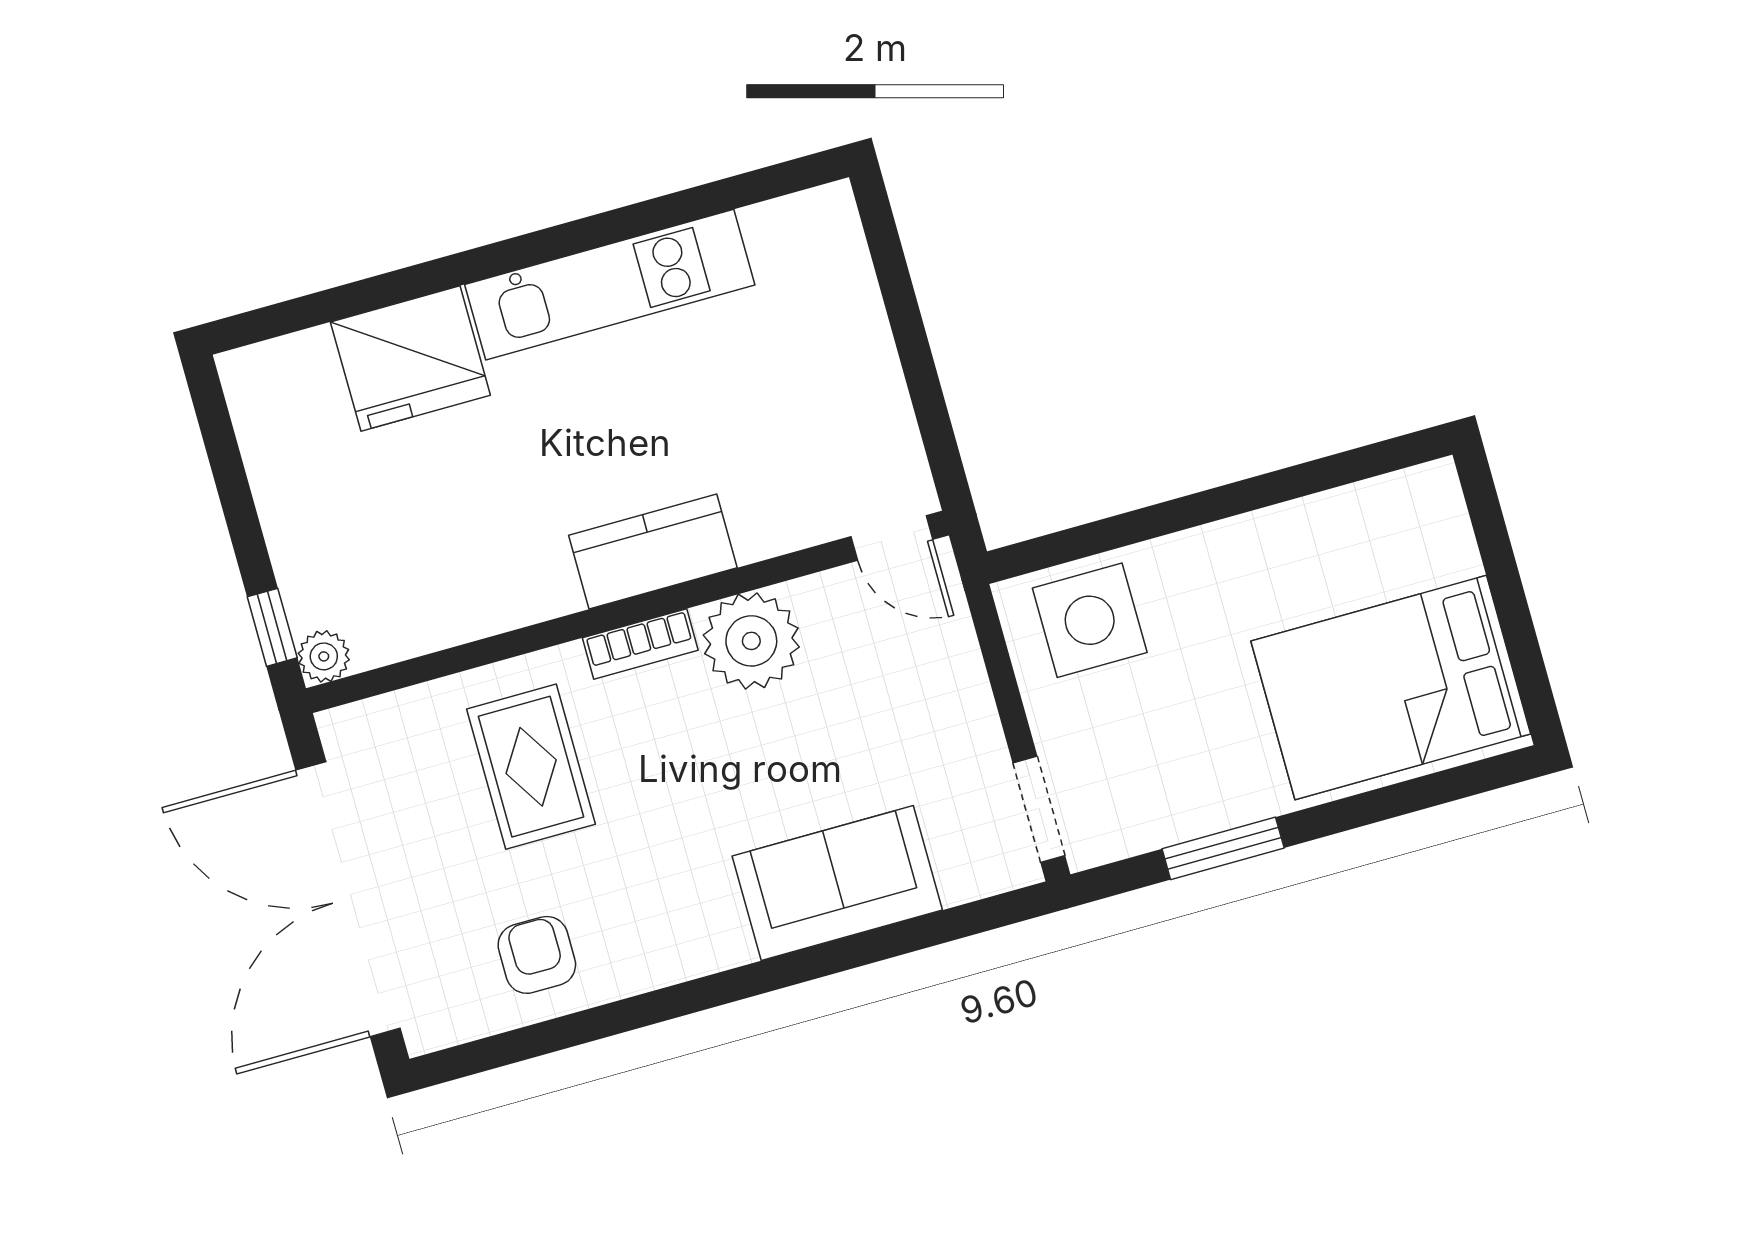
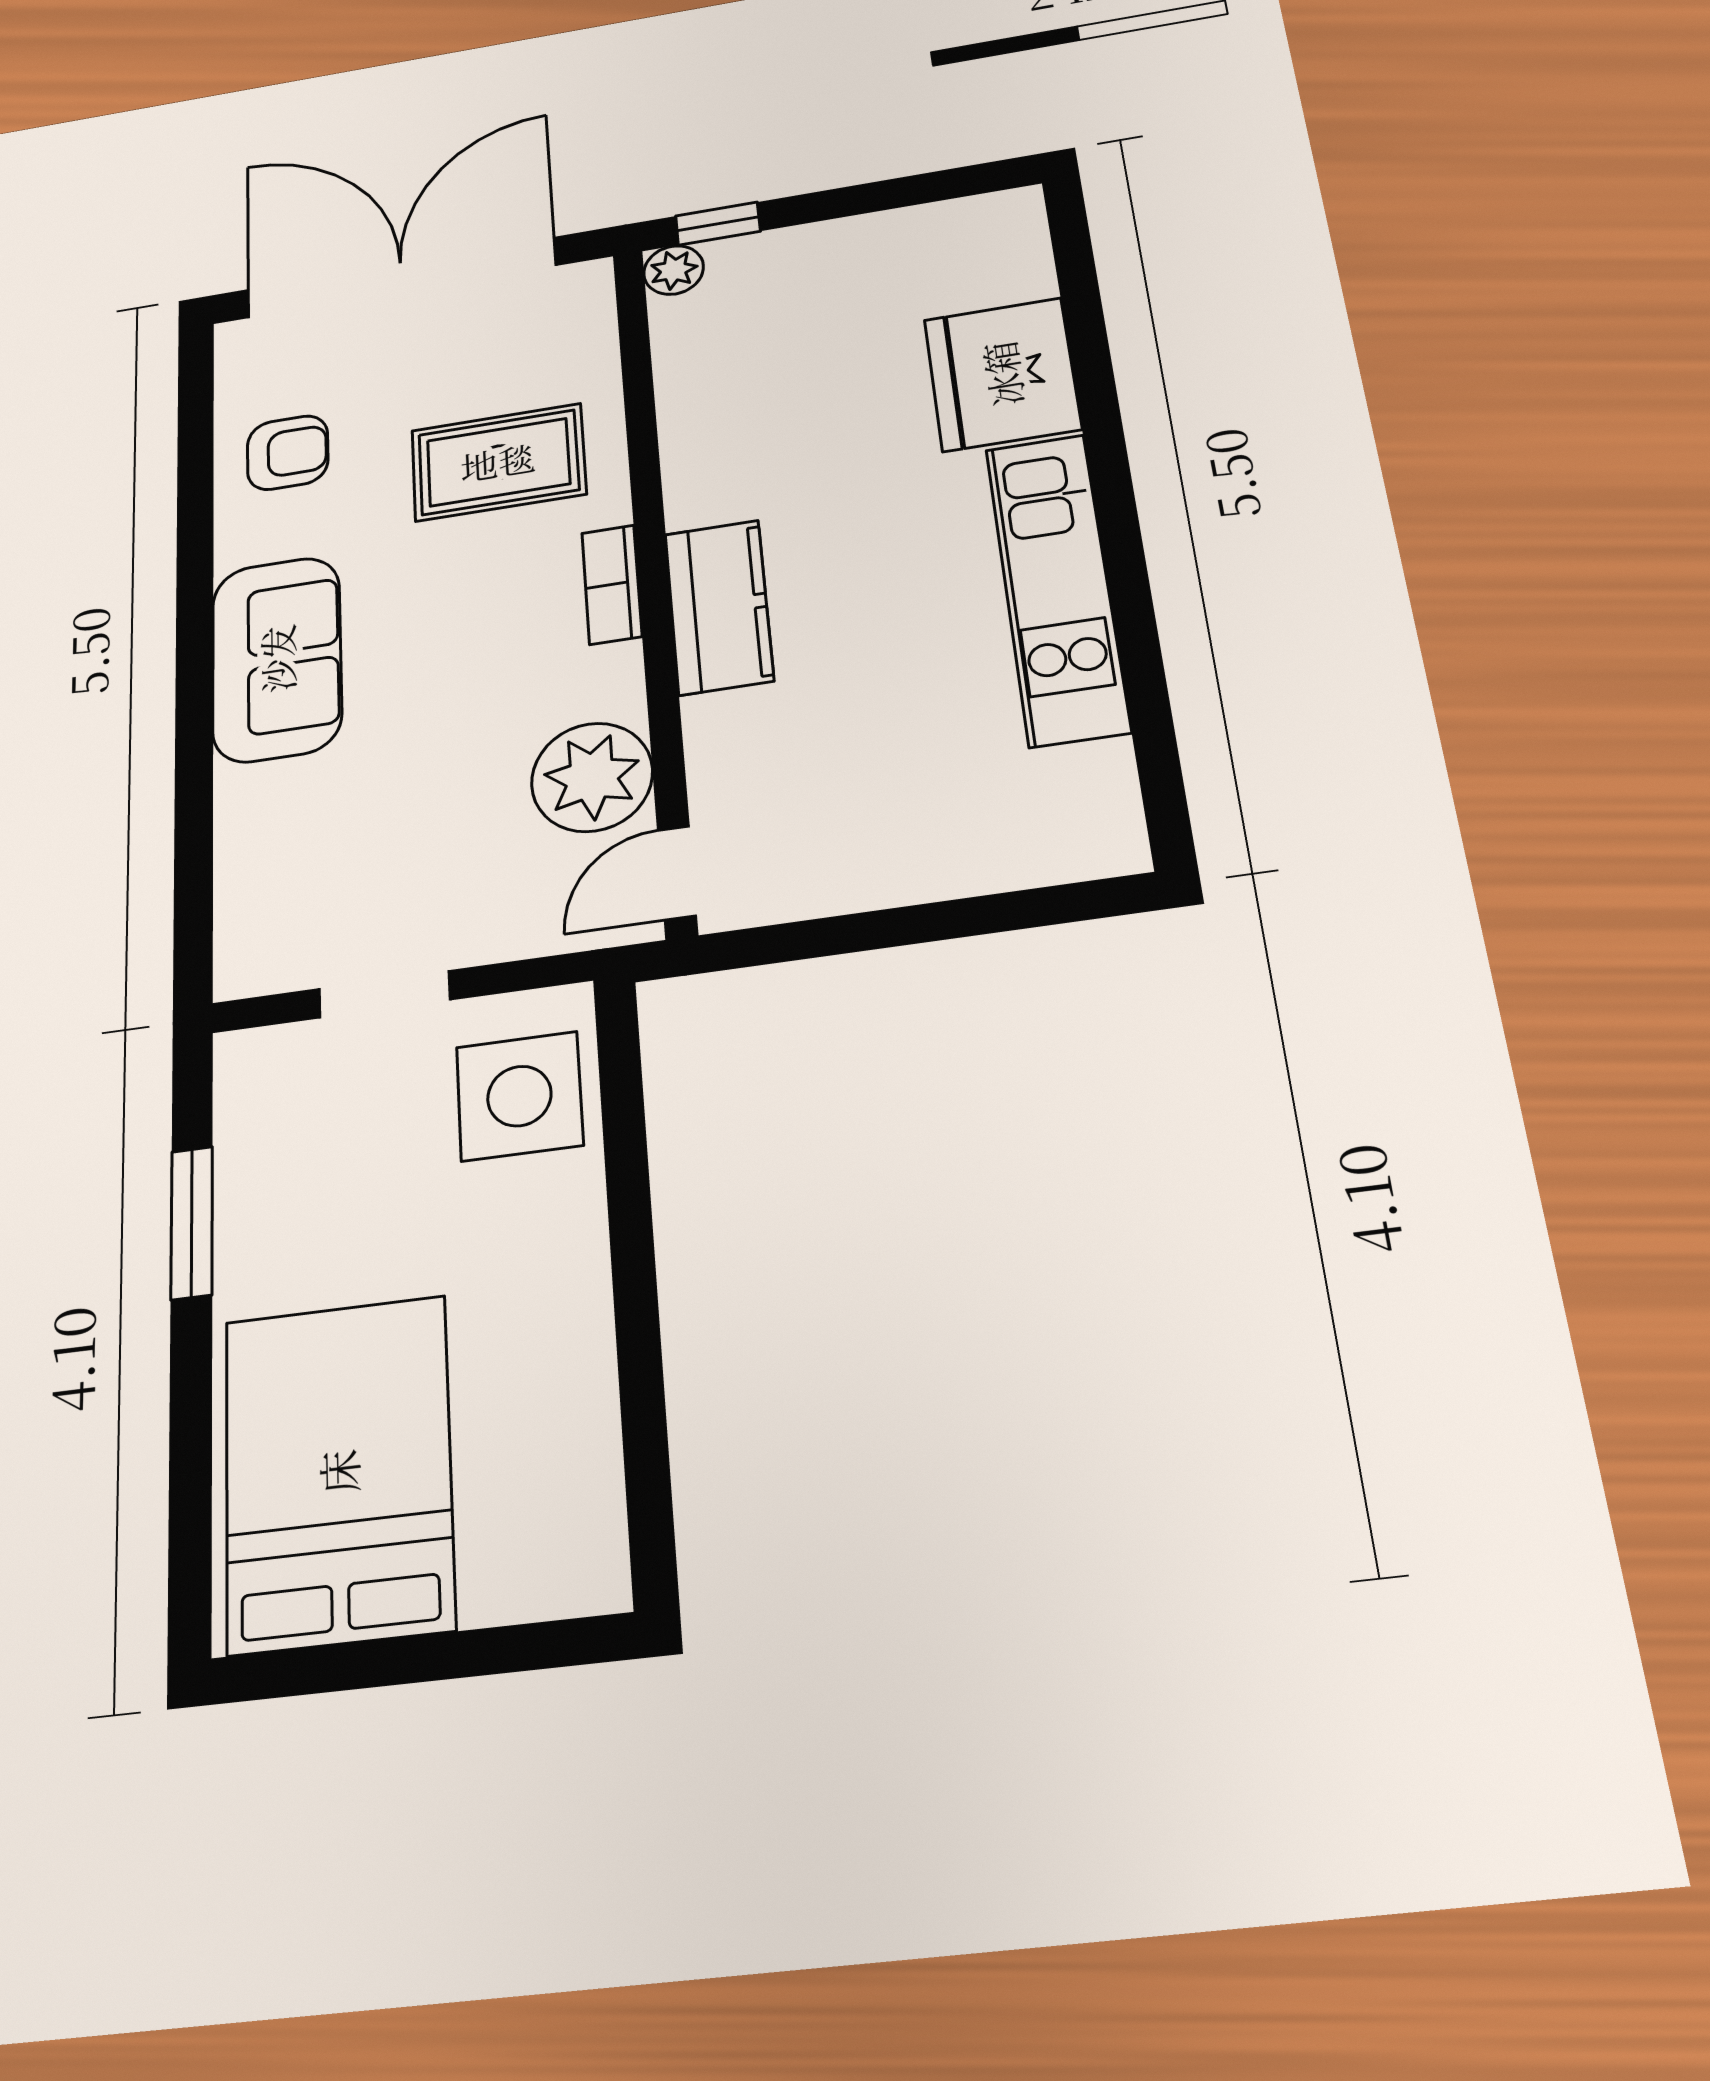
plant: (751, 641) -> (592, 777), moved
doorway: (1039, 809) -> (385, 994), moved
sofa: (837, 883) -> (277, 659), moved

